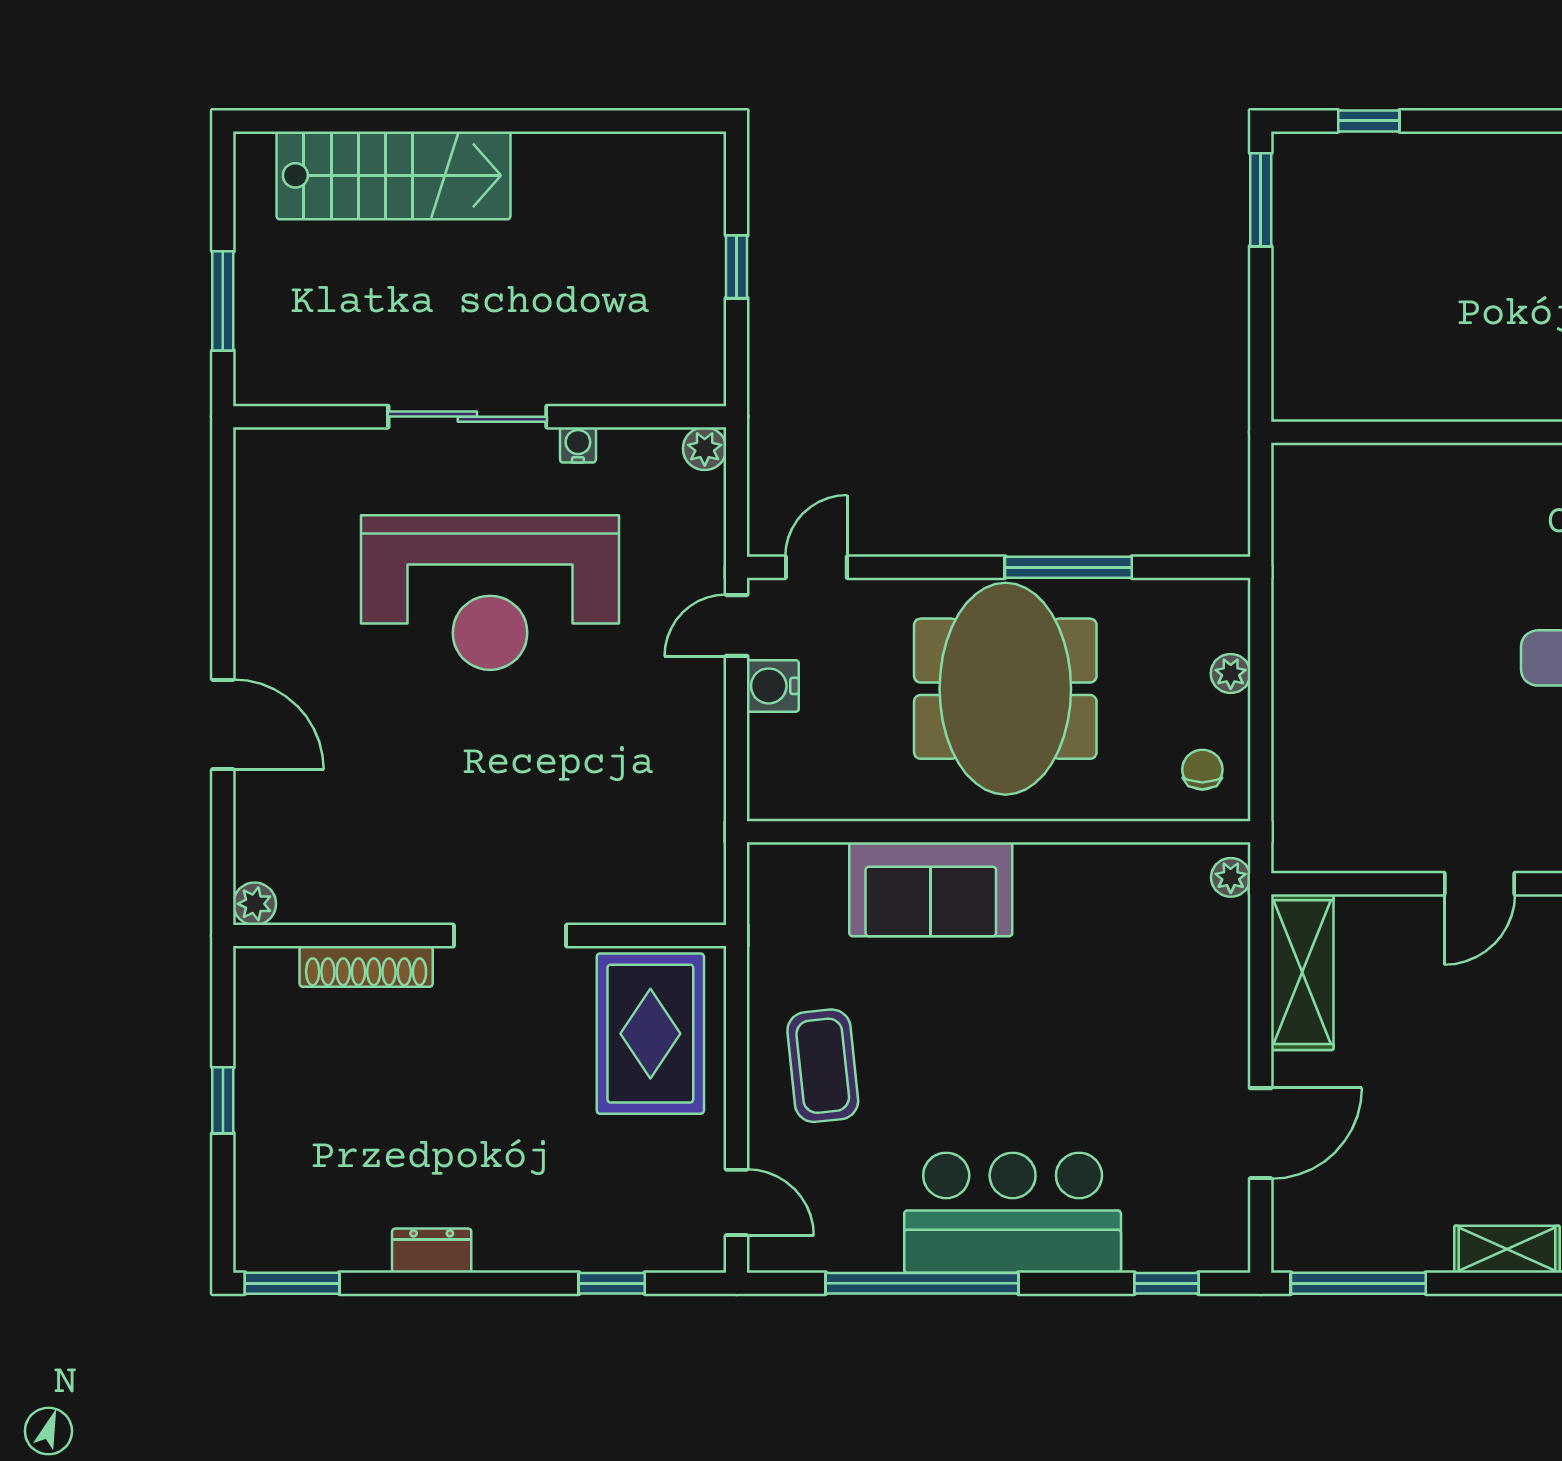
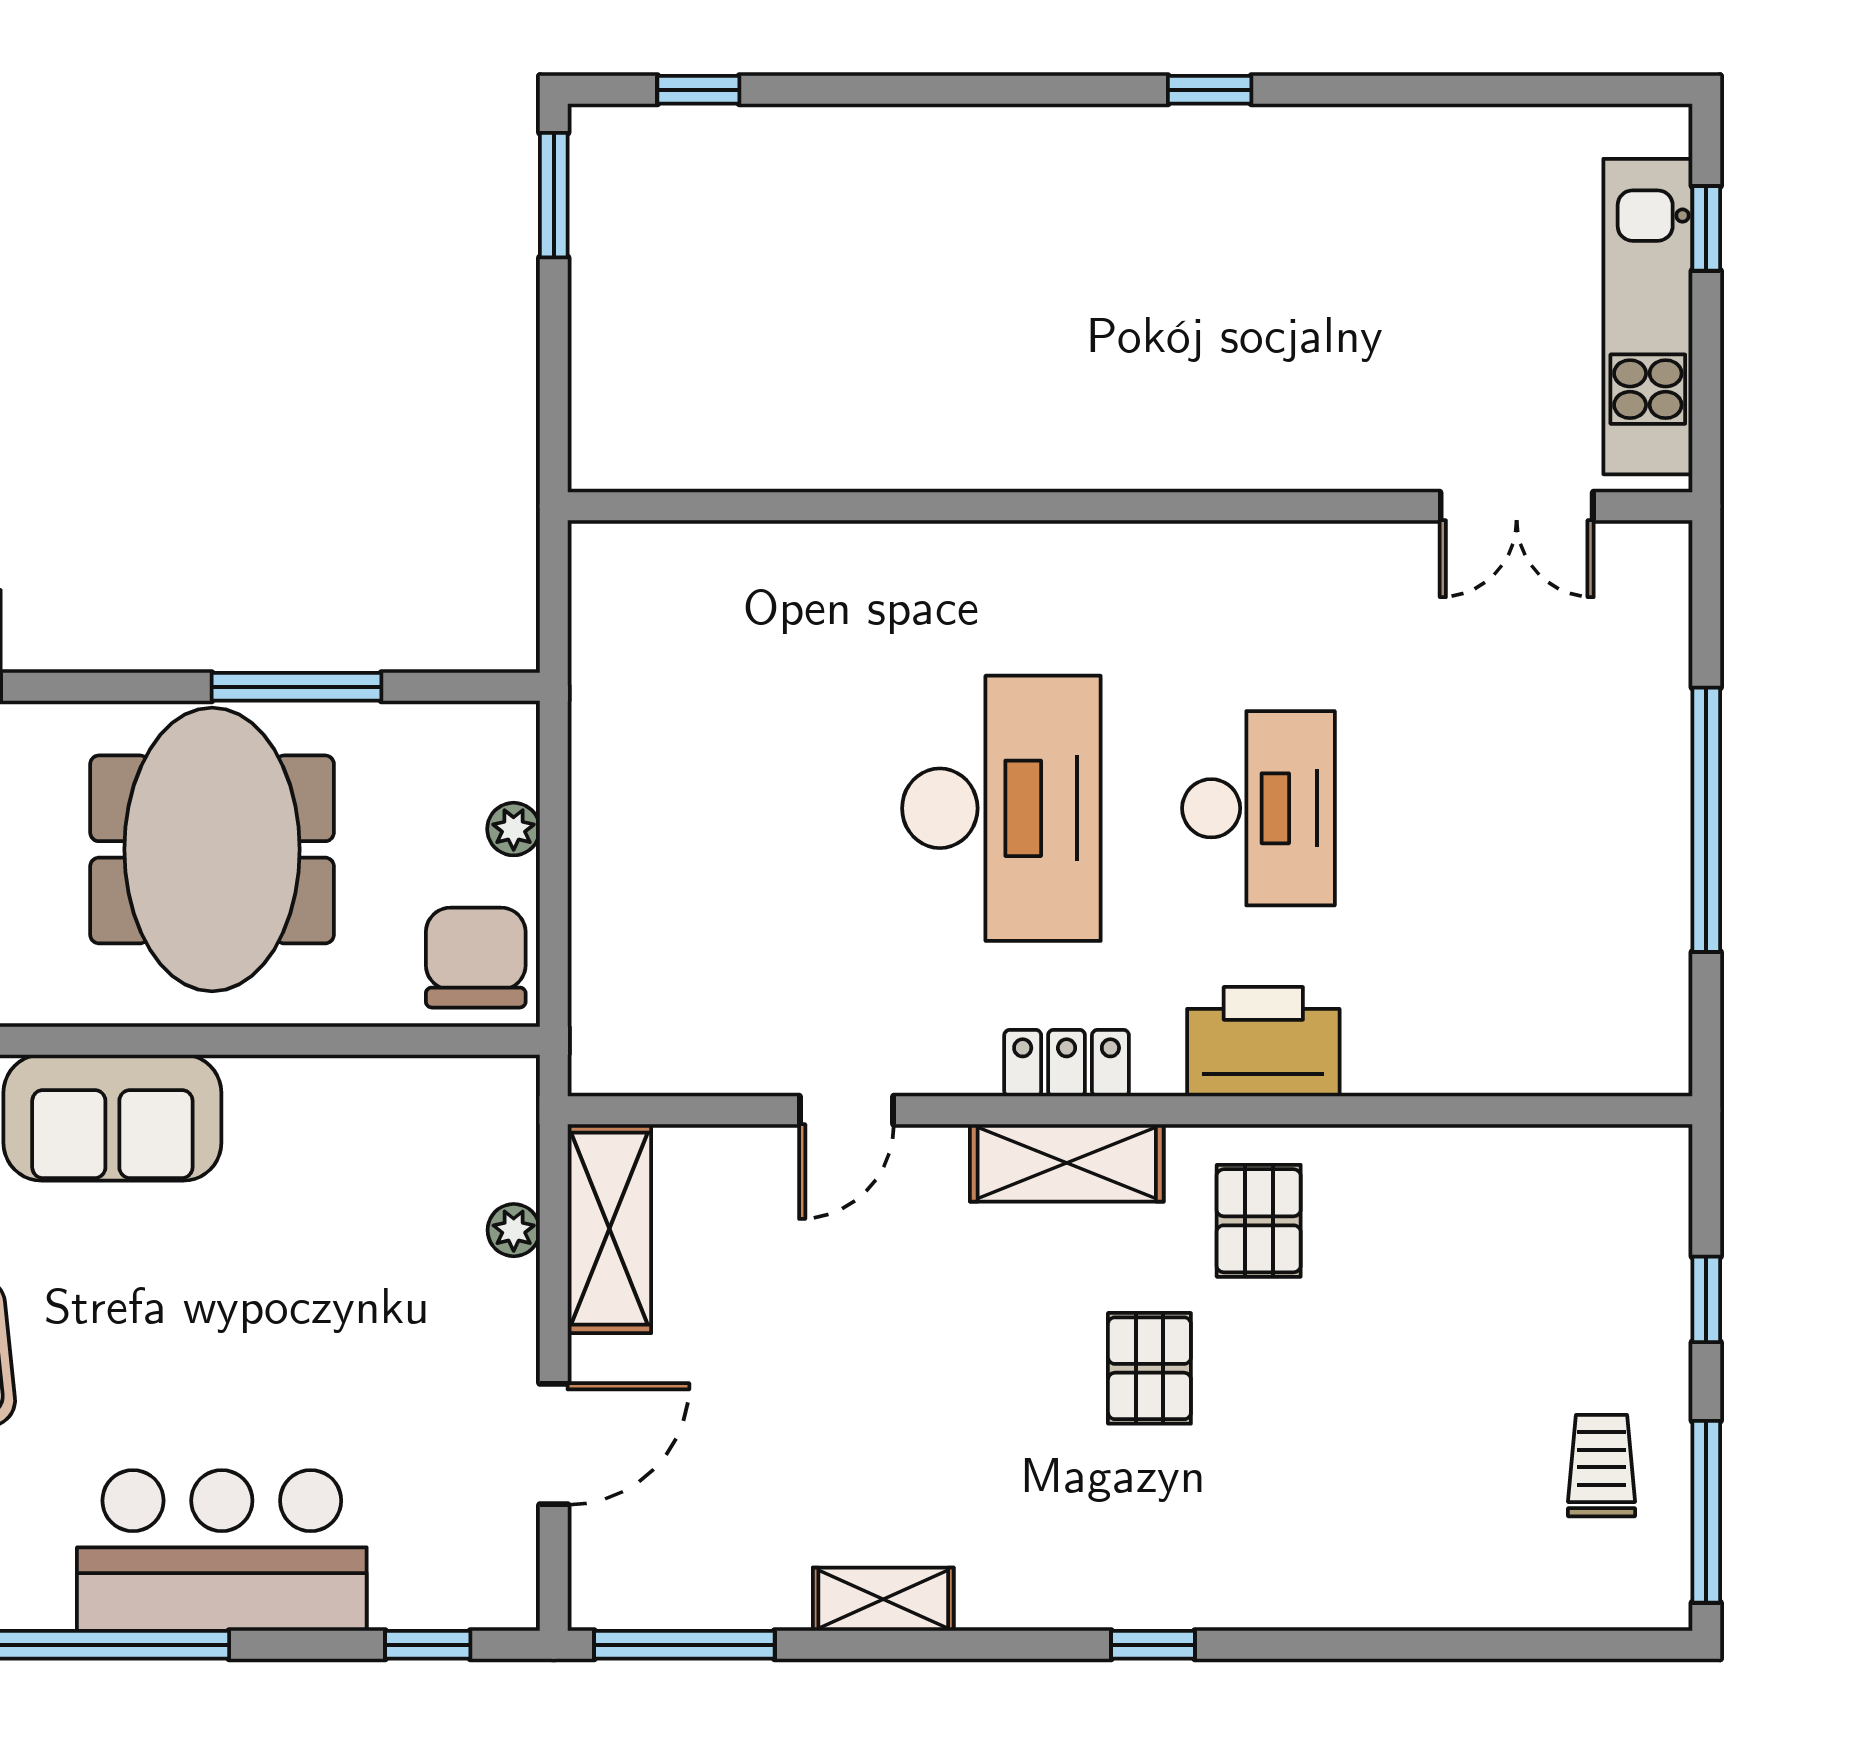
chair: (1202, 770) -> (476, 958), width x1.87, depth x1.87
plant: (1231, 877) -> (514, 1230), moved

